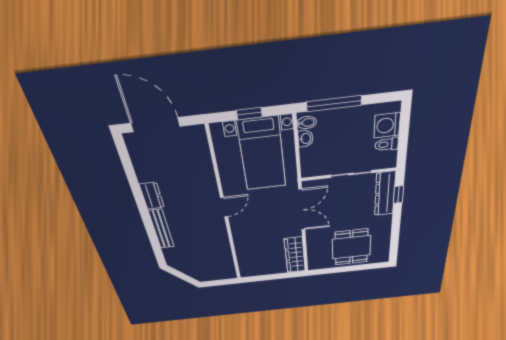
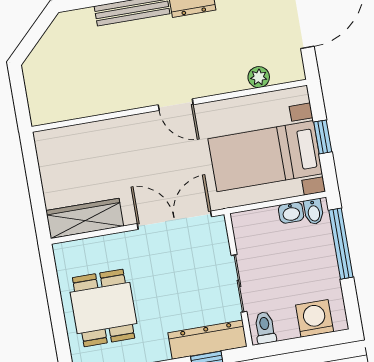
toilet: (387, 144) -> (265, 328), moved
plant: (203, 156) -> (259, 77), added
double door: (302, 210) -> (174, 220), swing flipped
dining table: (351, 247) -> (104, 308), turned 90

